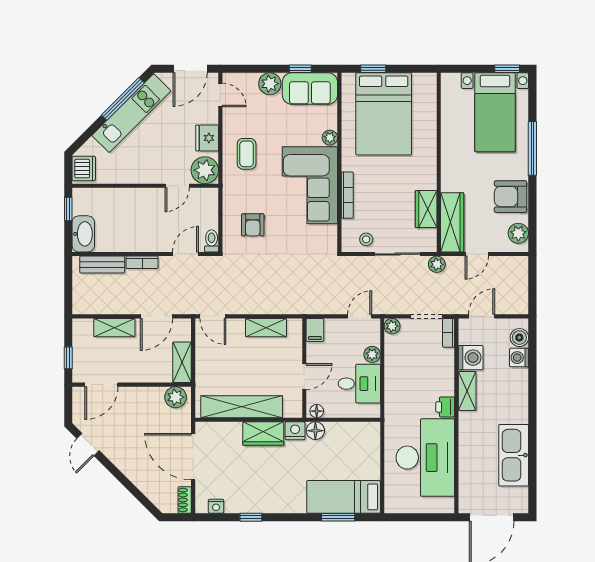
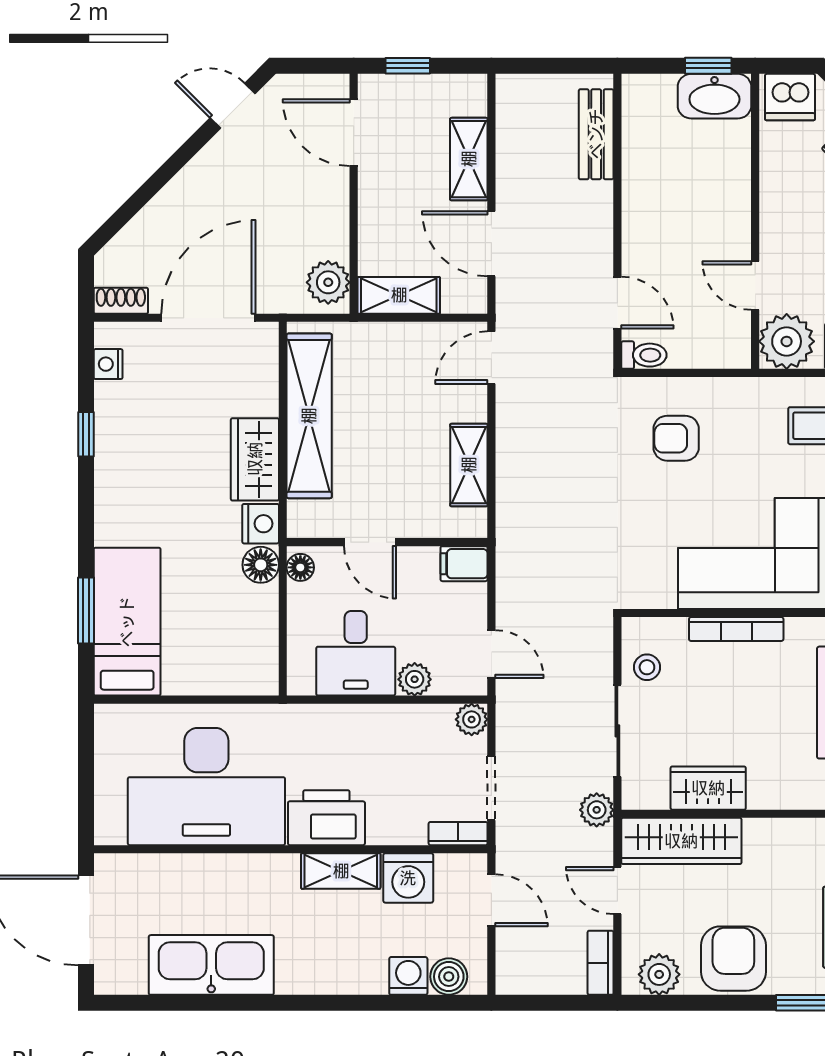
washbasin: (83, 234) -> (714, 96), moved
bookcase: (142, 262) -> (601, 963), moved
printer: (445, 407) -> (326, 818), width x1.87, depth x1.48

